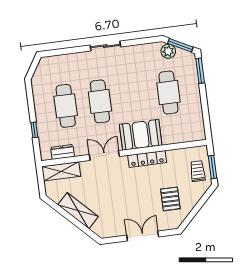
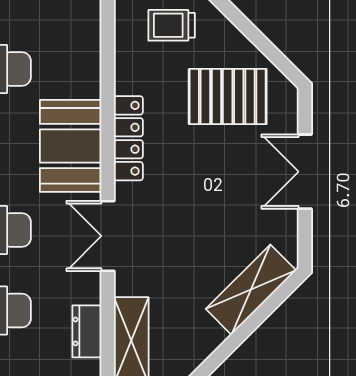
pallet: (170, 199) -> (228, 97), width x1.50, depth x1.42
shelving: (78, 211) -> (251, 290), moved

